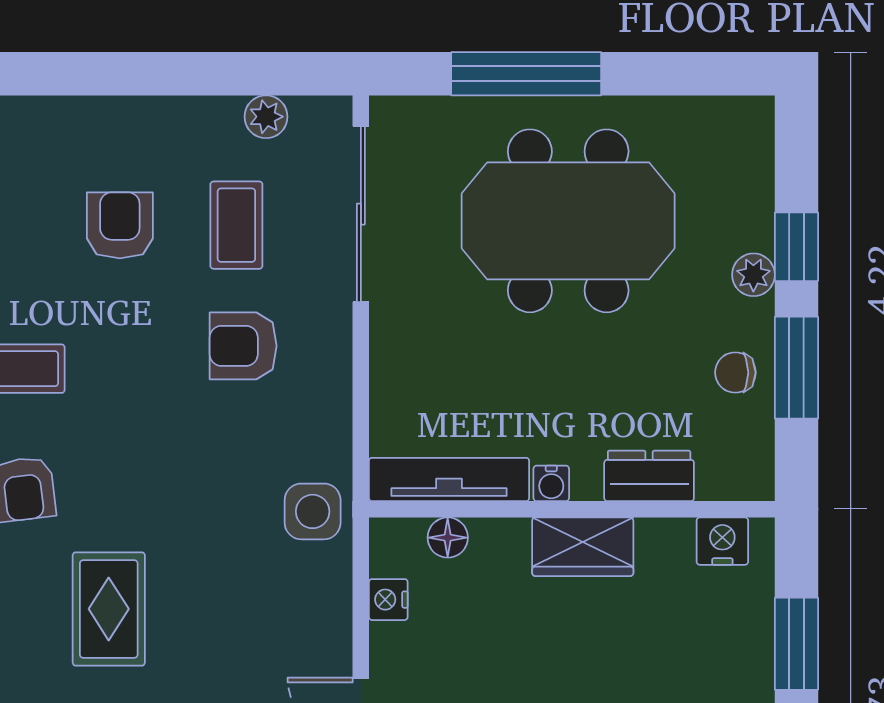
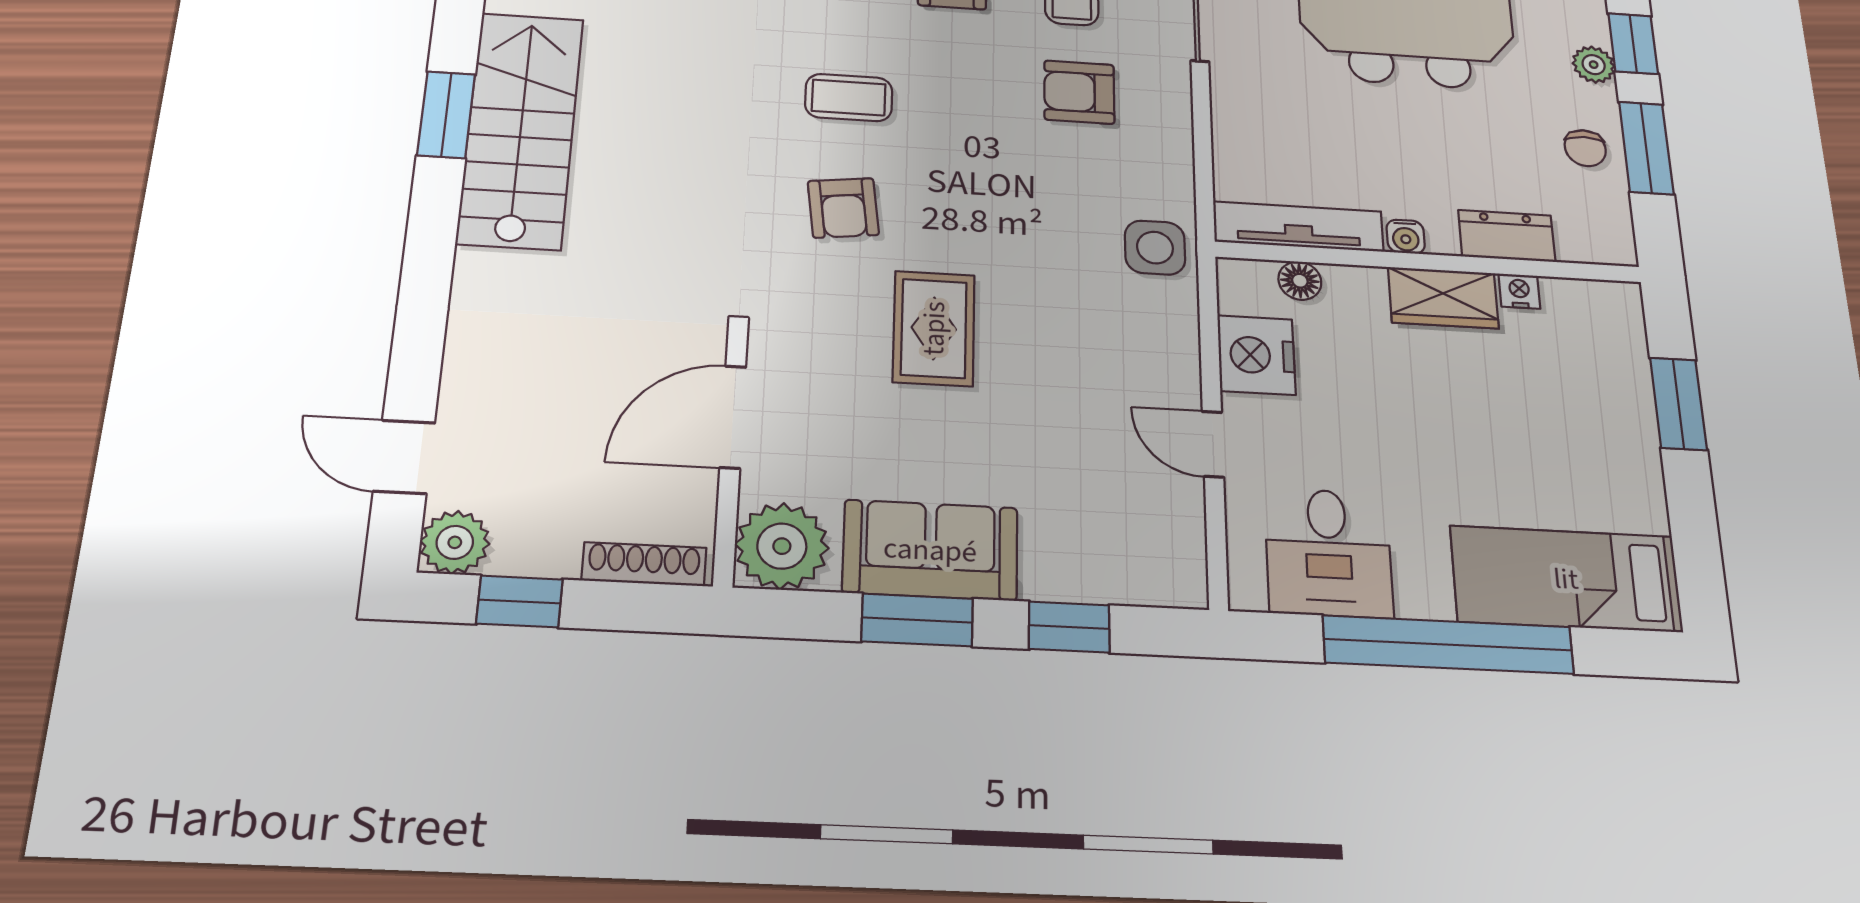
chair: (735, 373) -> (1585, 148), turned -90
nightstand: (722, 541) -> (1519, 291), moved, width x0.72, depth x0.74
nightstand: (388, 600) -> (1256, 355), width x1.89, depth x1.79

